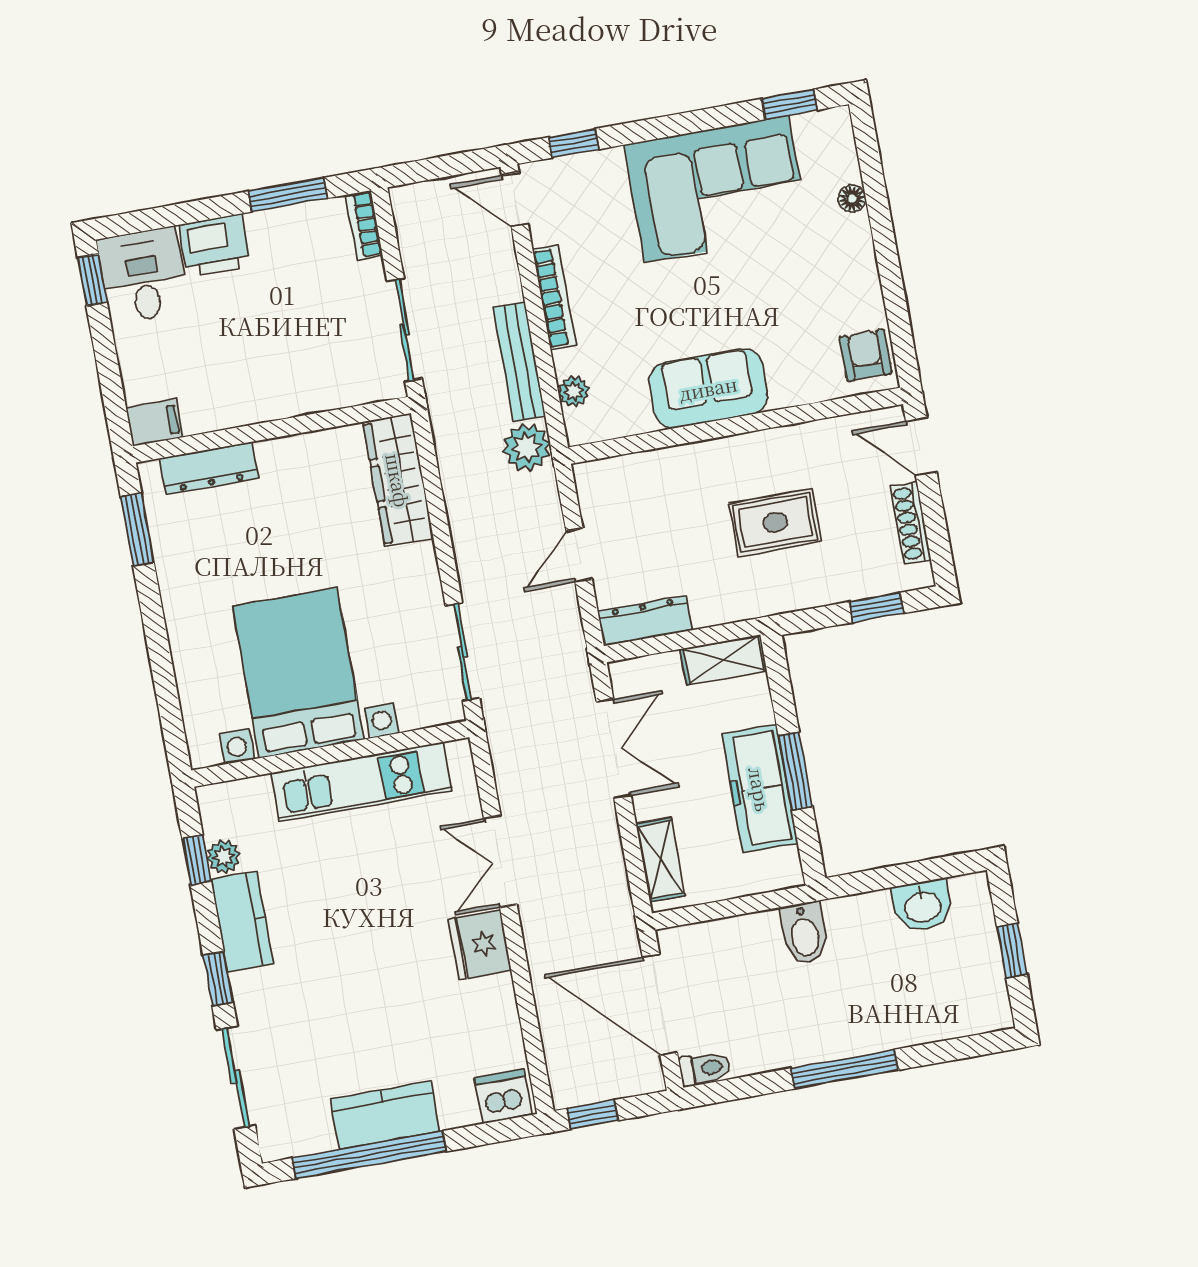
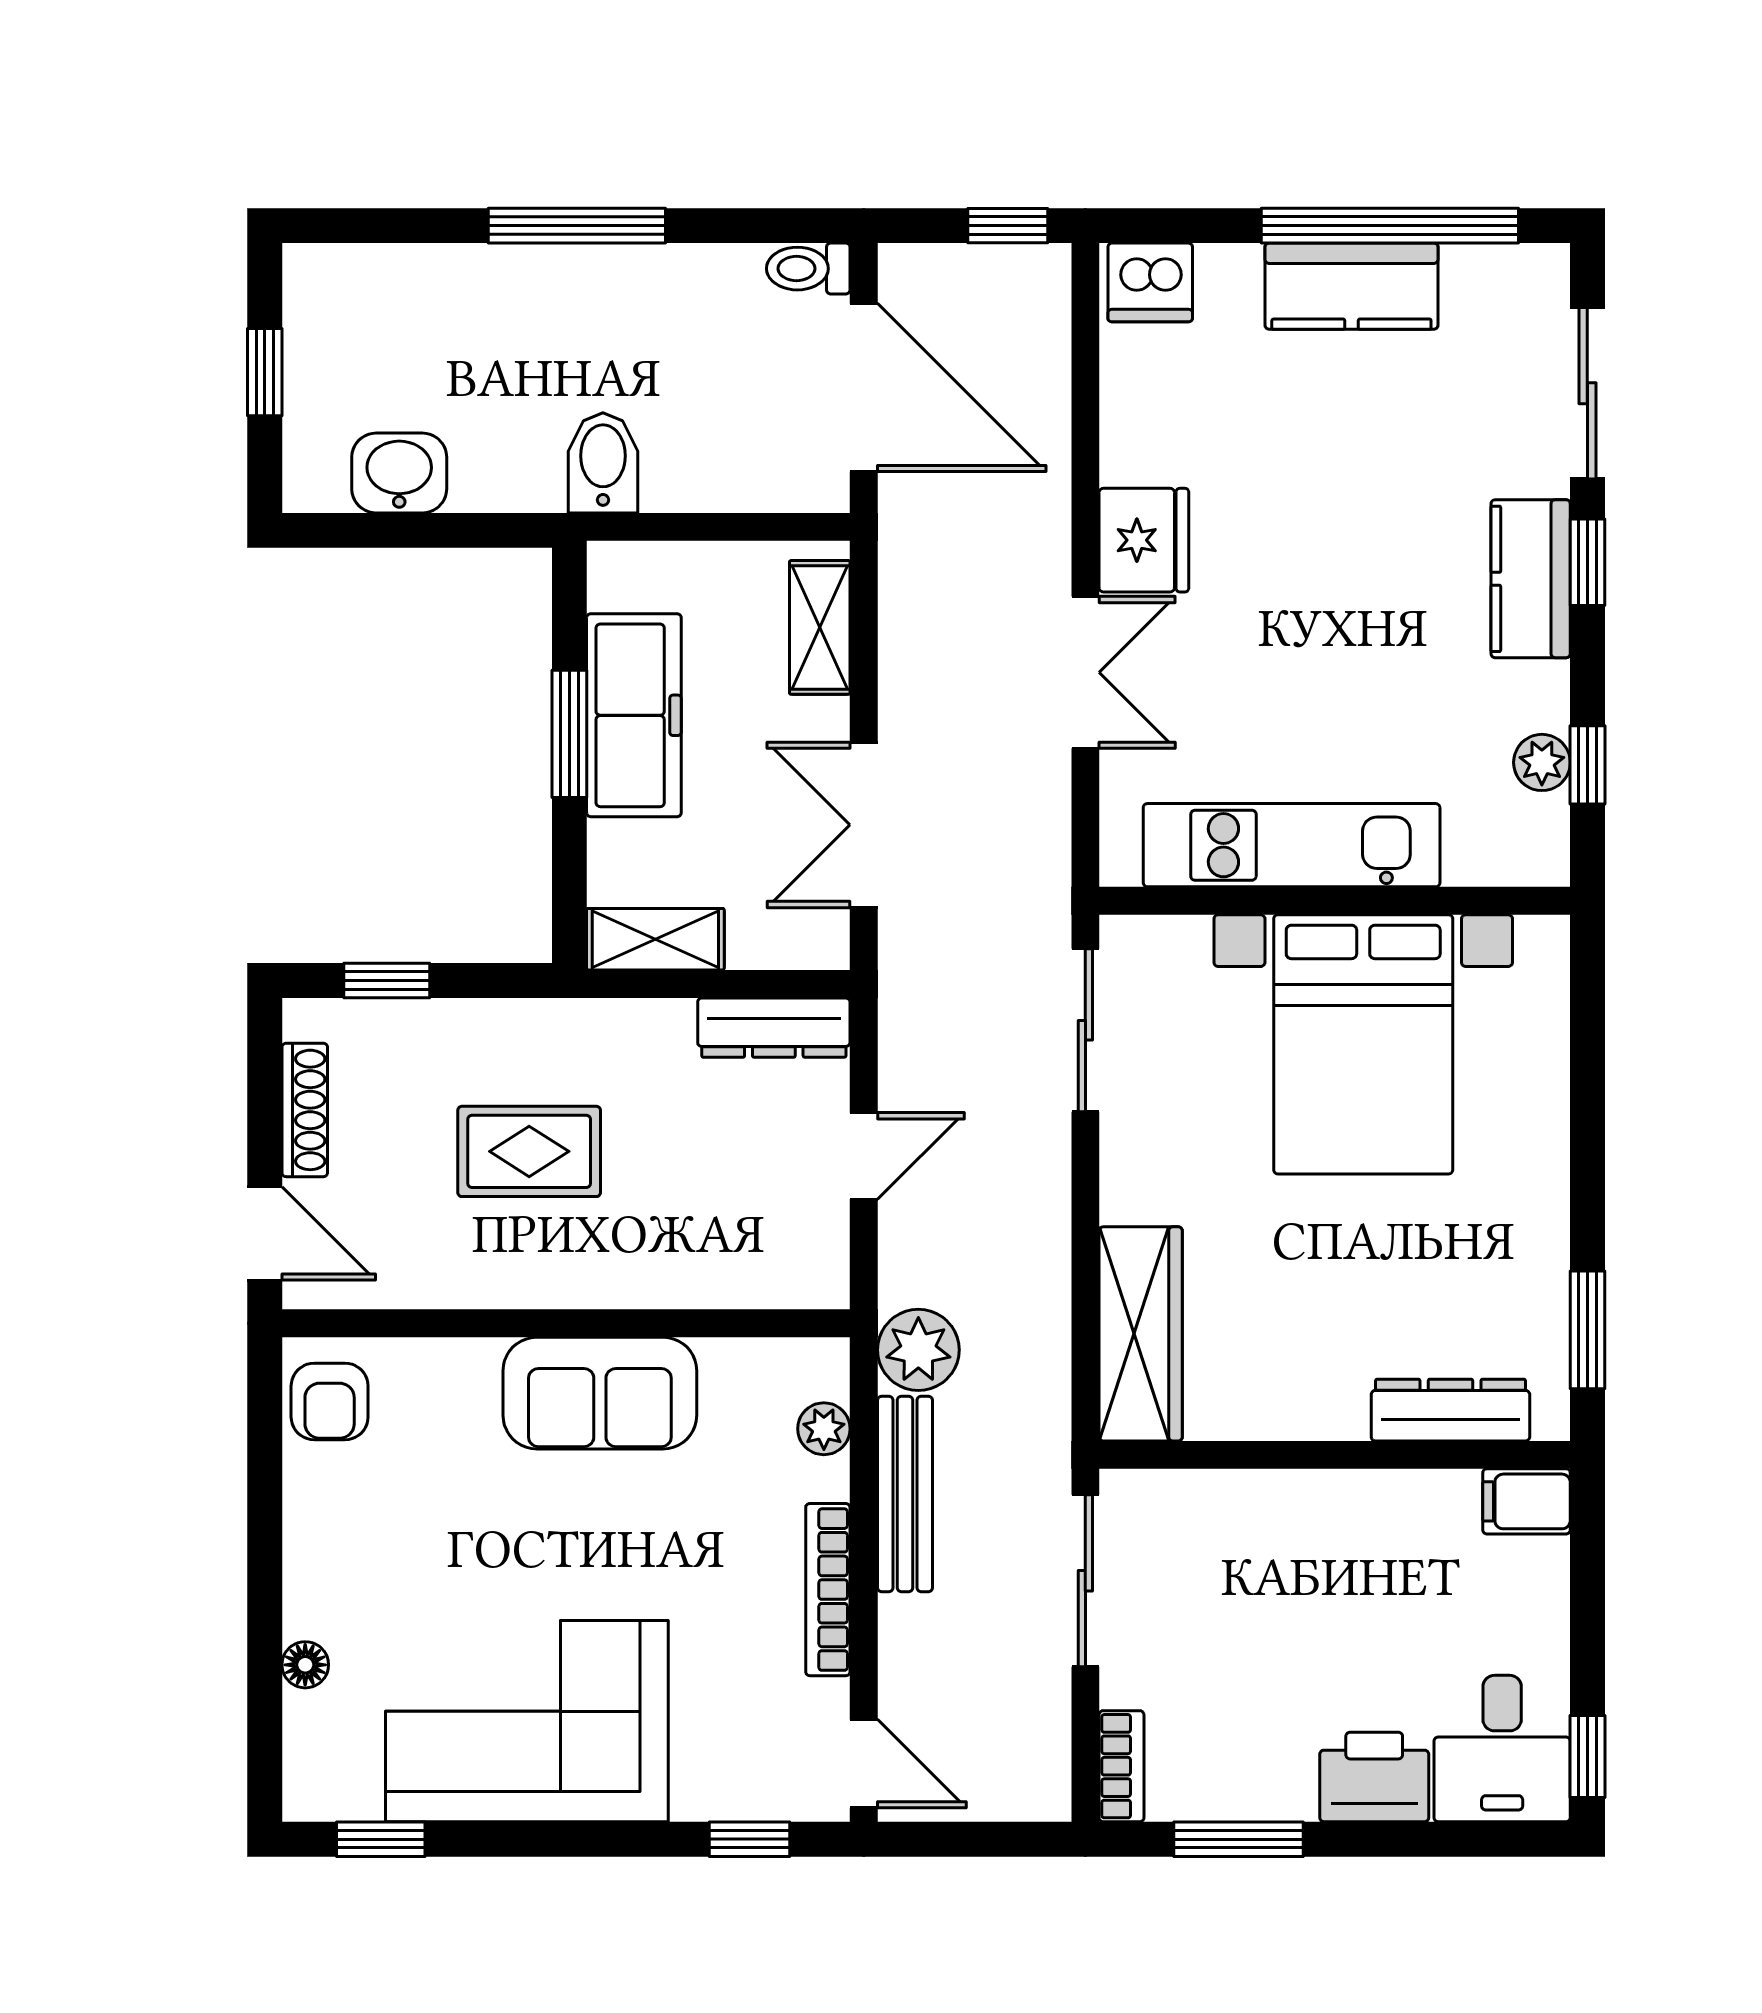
kitchen counter: (242, 921) -> (1531, 579), moved

